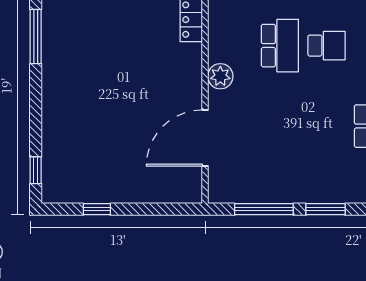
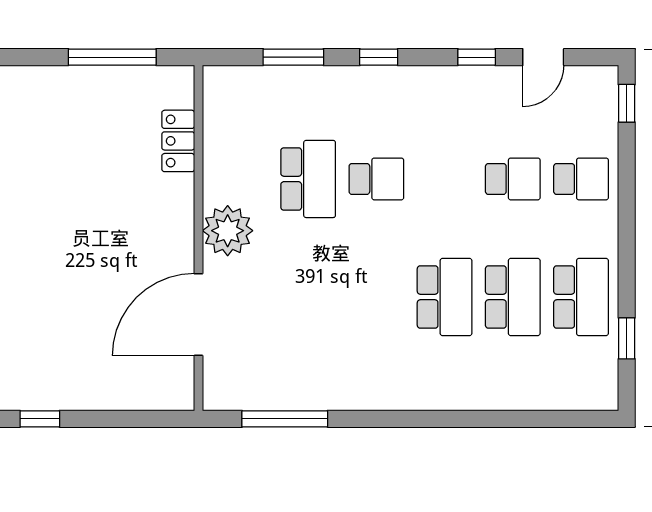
plant: (220, 76) -> (228, 231), width x1.36, depth x1.36
window: (326, 209) -> (375, 419), removed

